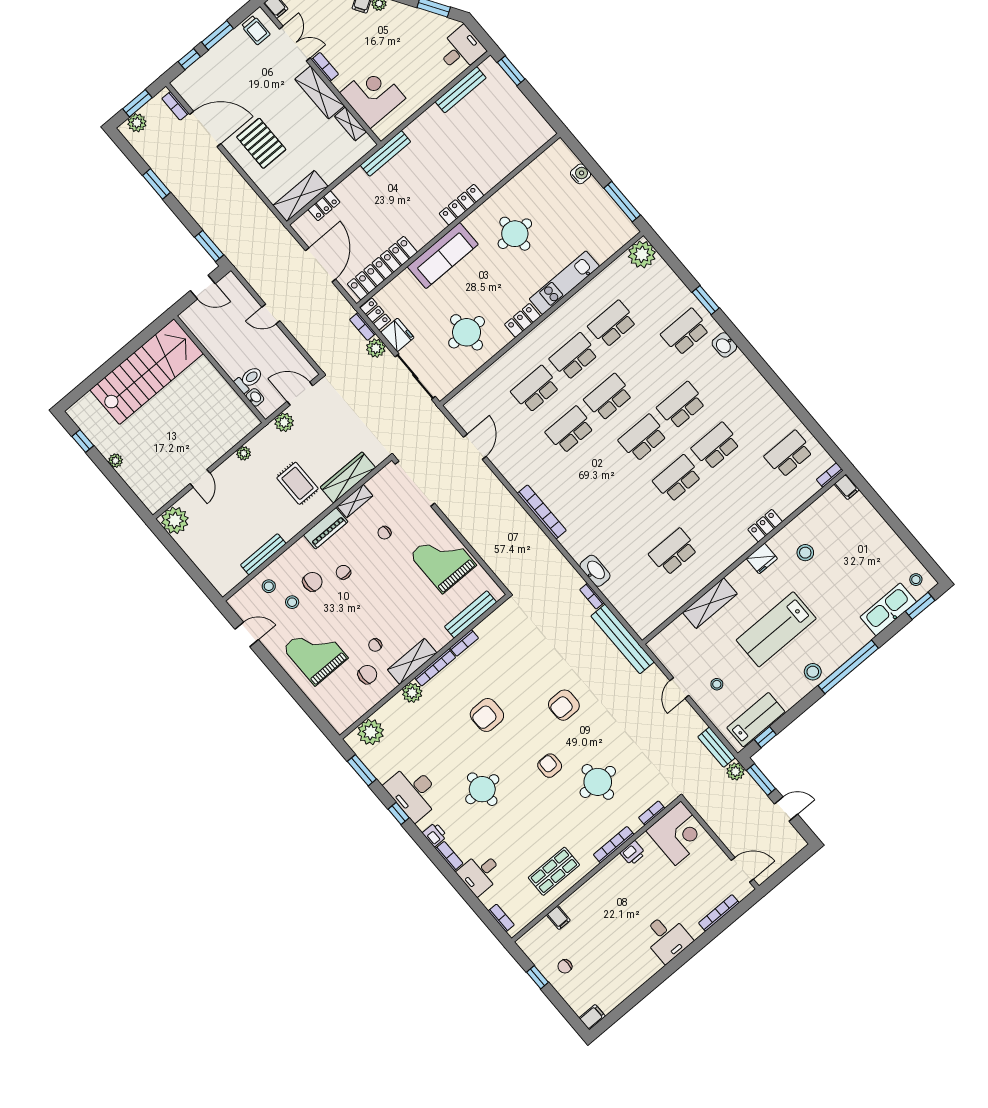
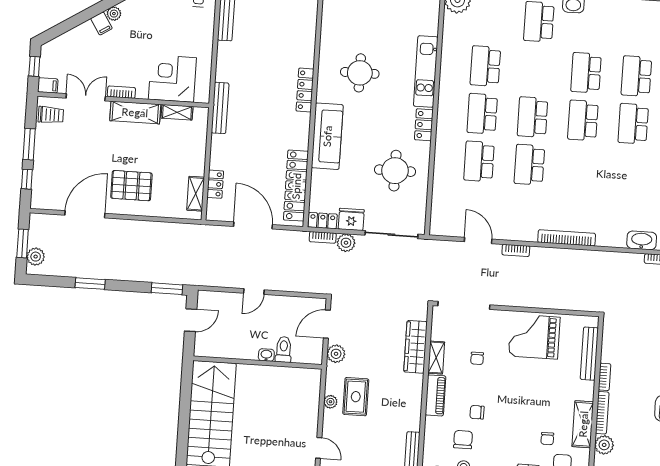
bookcase: (175, 106) -> (516, 250), moved
shelving: (301, 196) -> (196, 194), width x0.67, depth x0.75
washbasin: (255, 397) -> (266, 355), moved
rug: (297, 483) -> (356, 397), moved, turned 90

